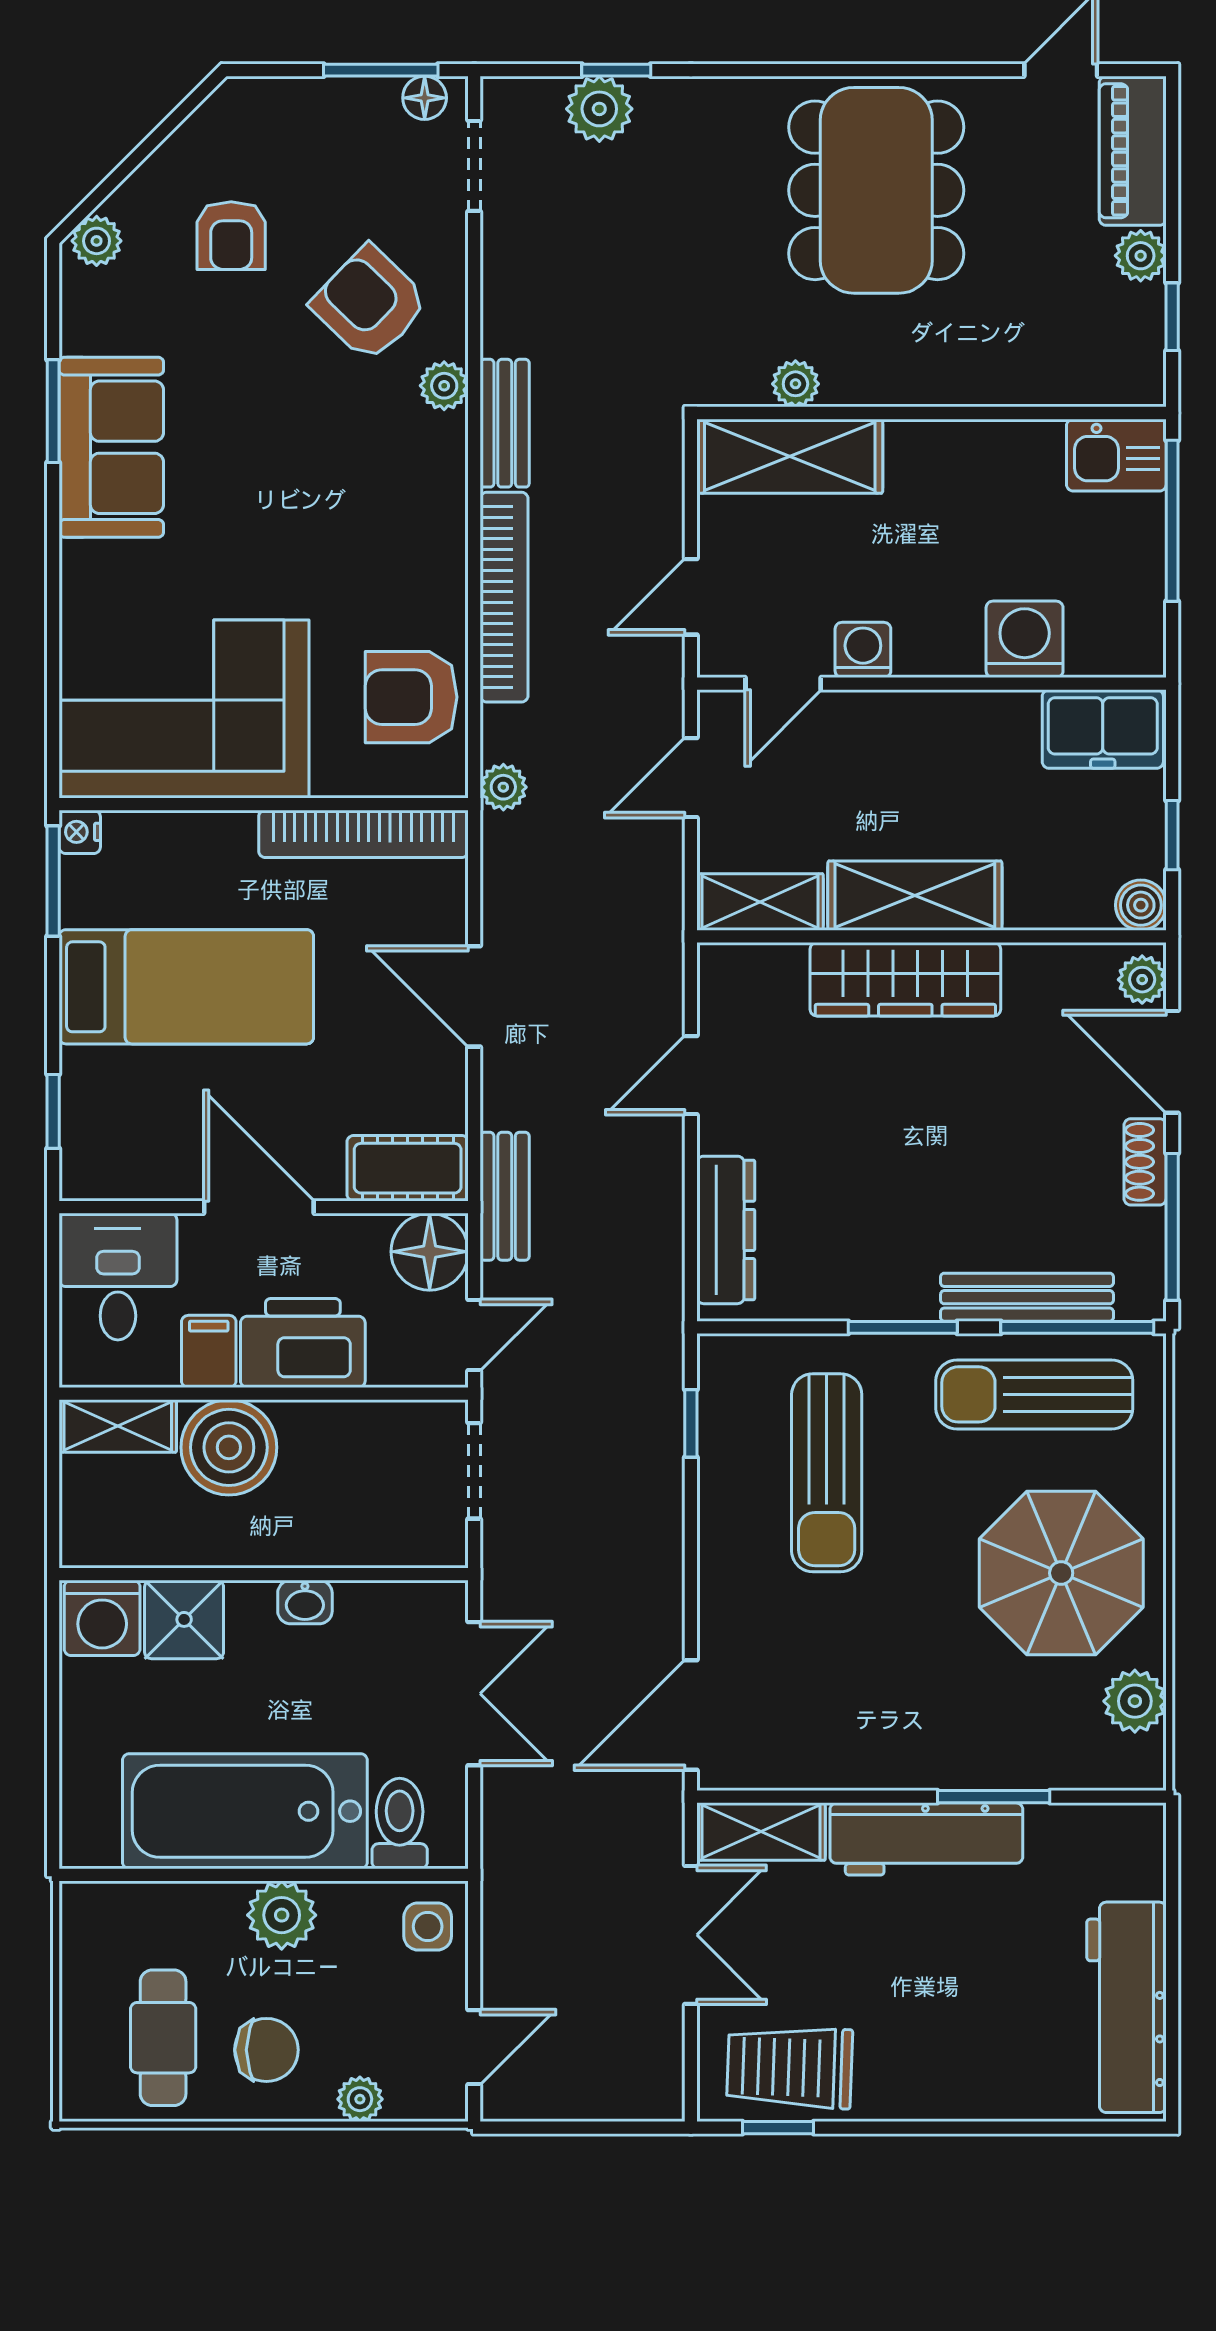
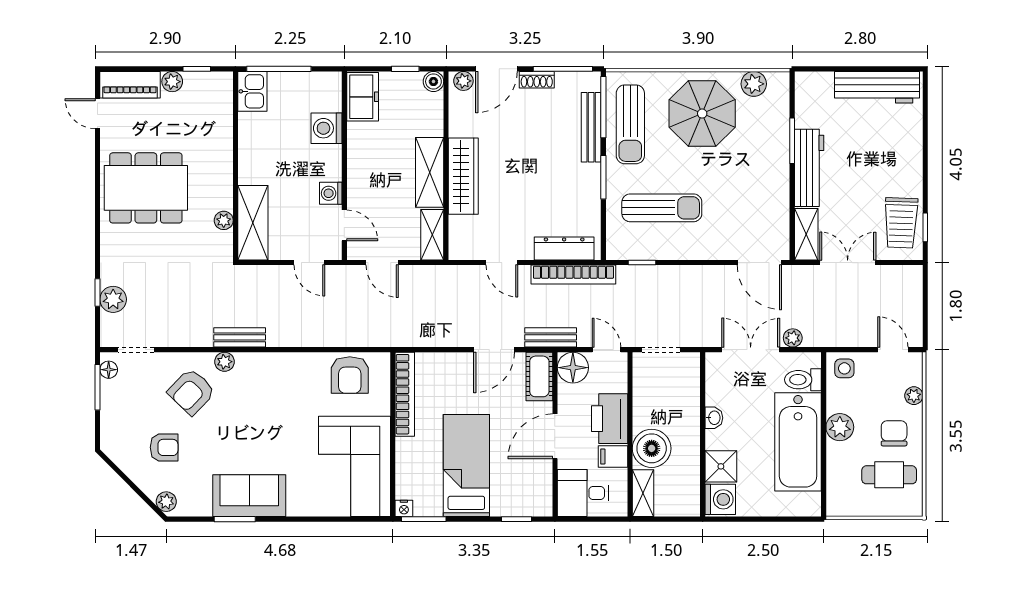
bookcase: (504, 597) -> (573, 275), moved, turned 180
plant: (503, 787) -> (793, 338), moved
door: (474, 996) -> (494, 350), moved

